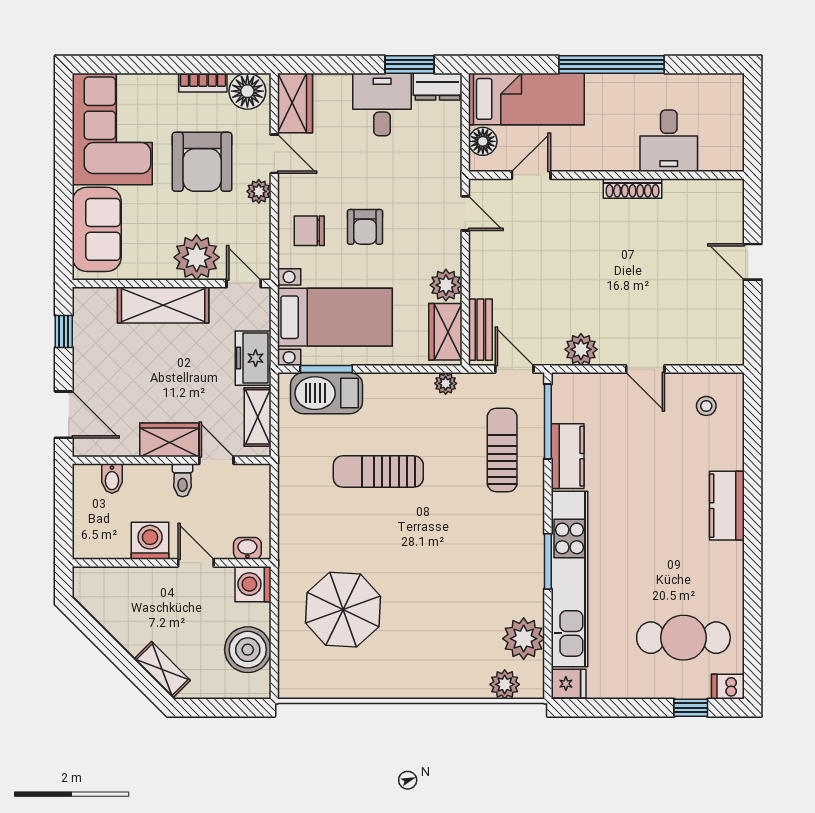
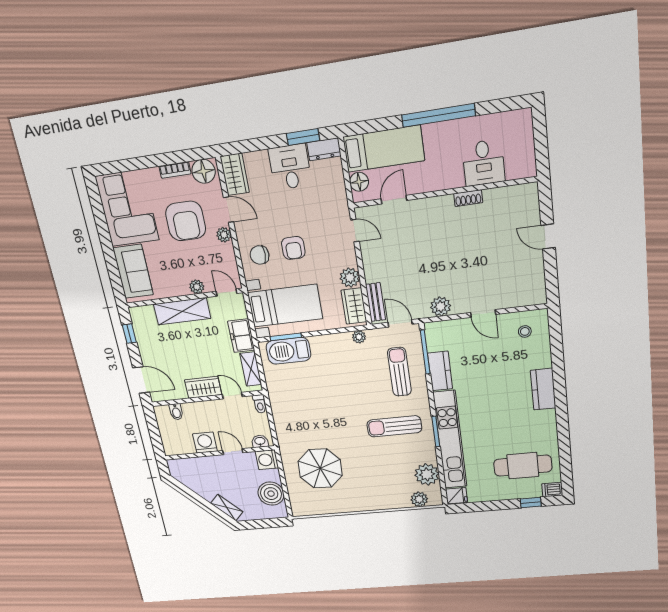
shoe rack: (633, 188) -> (468, 198), width x0.70
plant: (197, 257) -> (197, 287), width x0.53, depth x0.53
sun lounger: (378, 472) -> (394, 426), moved
toilet: (183, 480) -> (260, 404), moved

